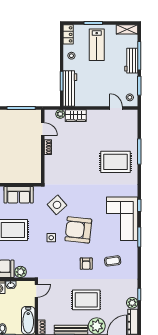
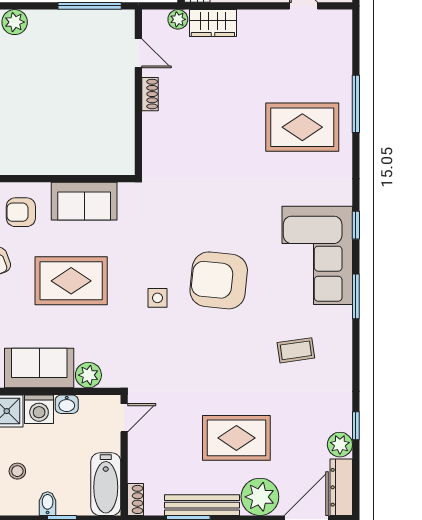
side table: (57, 205) -> (171, 224), removed
armchair: (86, 264) -> (236, 356), removed

